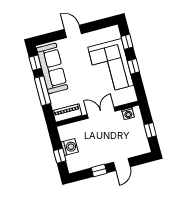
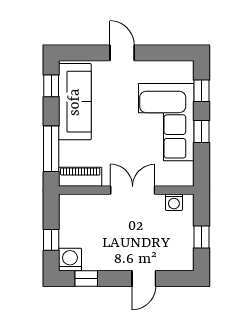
window: (43, 91) -> (51, 149), moved
washing machine: (70, 147) -> (70, 260), moved, turned -90
window: (99, 170) -> (86, 278), moved

